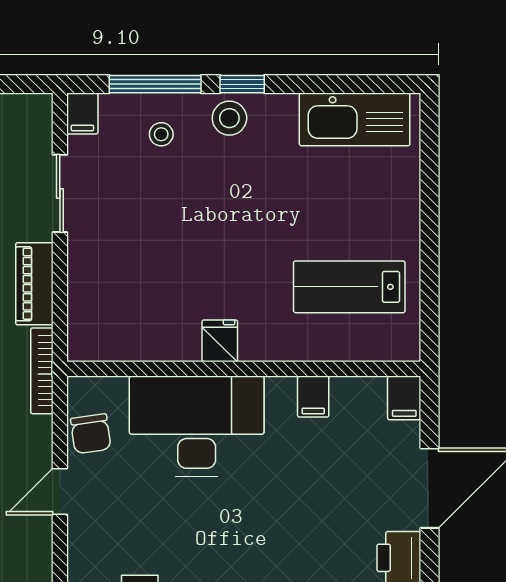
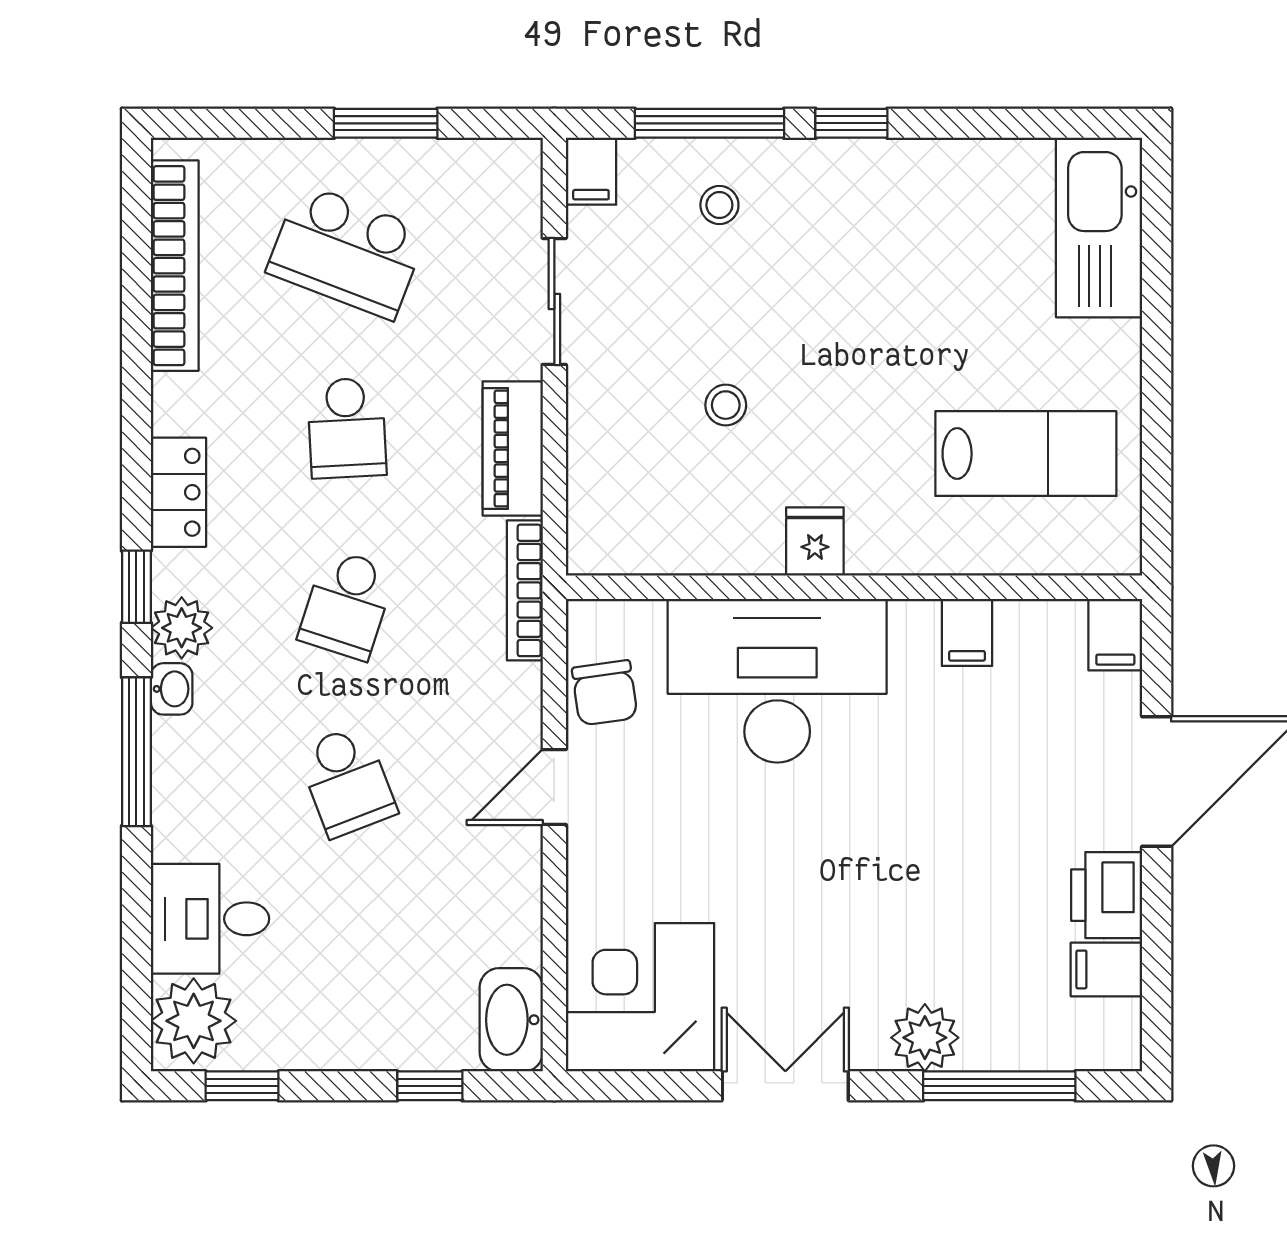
stool: (229, 118) -> (726, 405), moved, width x0.73, depth x0.73
kitchen sink: (355, 119) -> (1099, 227), moved, turned 90
lab bench: (349, 287) -> (1026, 454), turned 180

